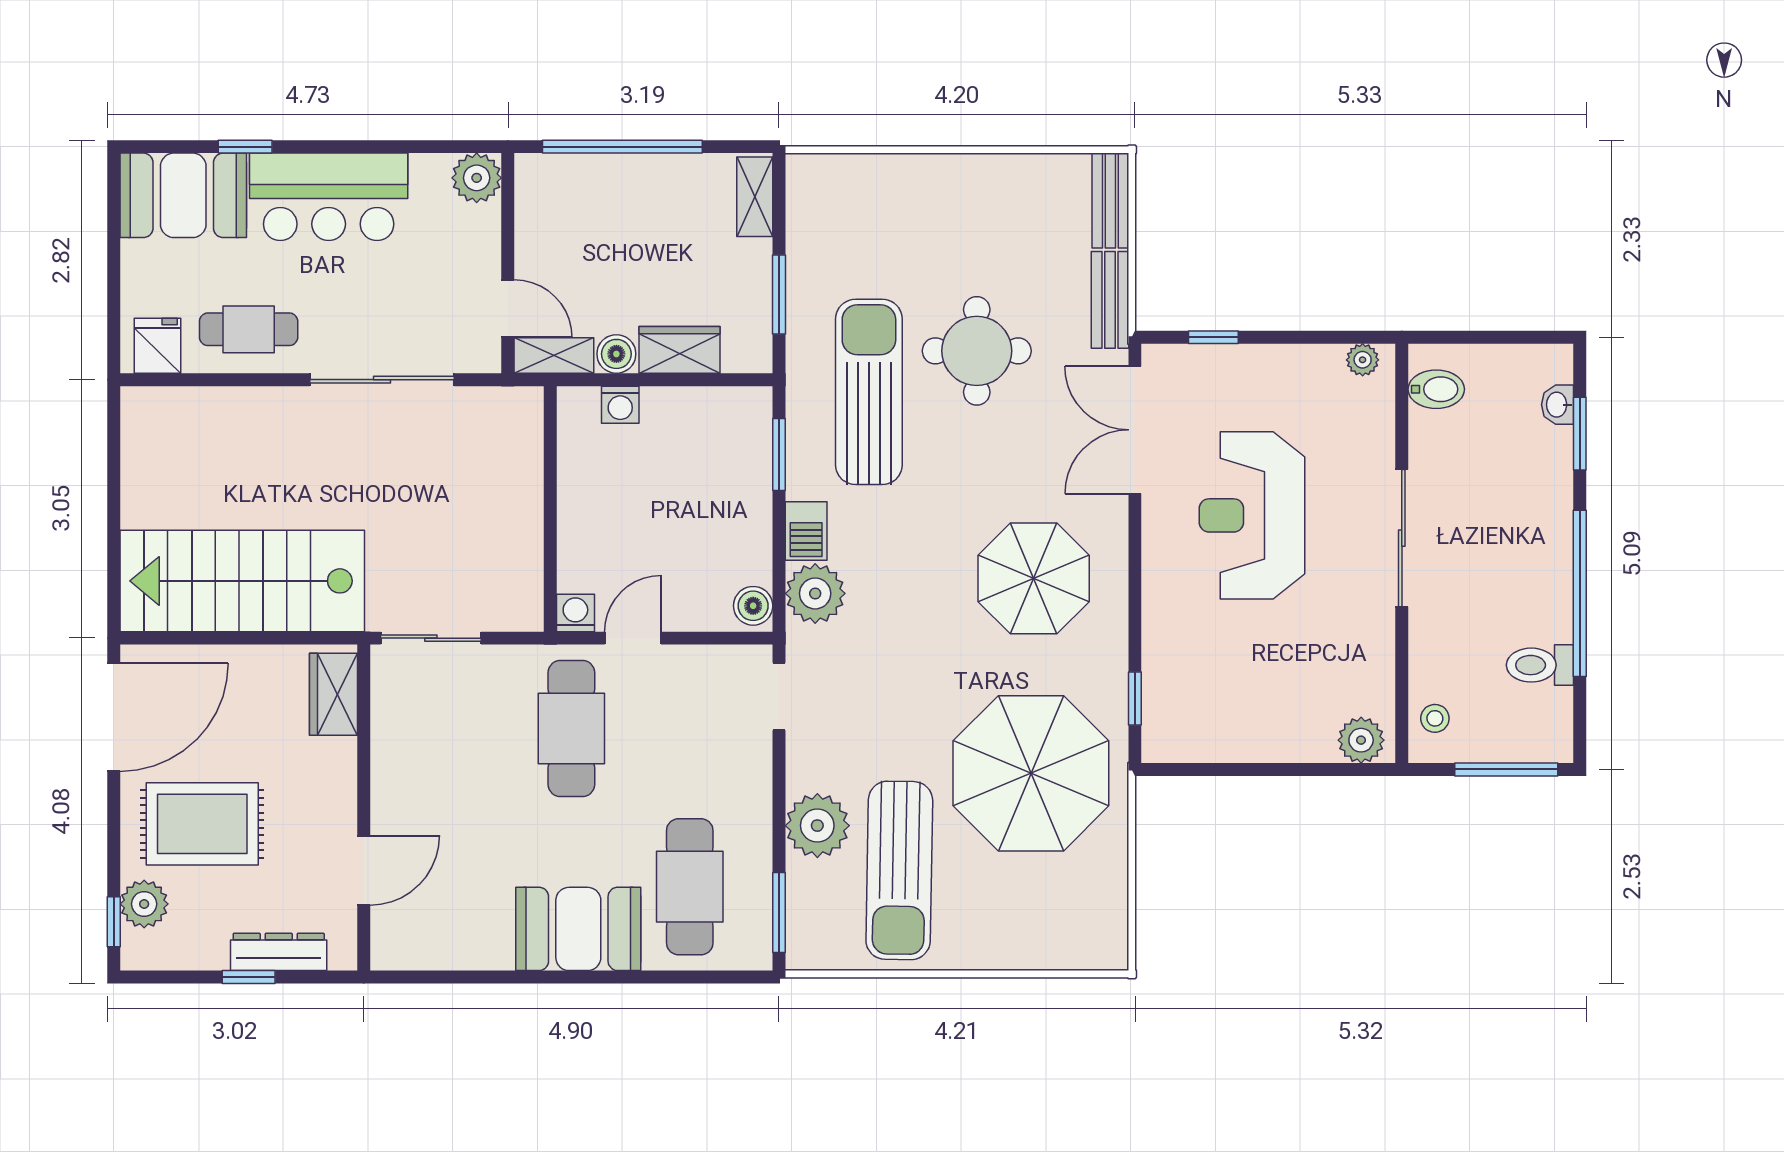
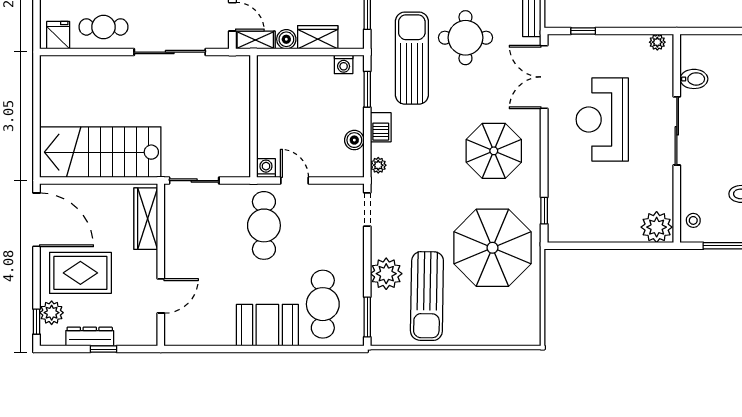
bidet: (1436, 389) -> (694, 79), moved
washing machine: (620, 405) -> (344, 64), moved
plant: (815, 593) -> (378, 165), width x0.53, depth x0.53
boiler: (753, 606) -> (354, 140), moved
door: (633, 638) -> (295, 181), hinge flipped
wardrobe: (334, 694) -> (146, 219), width x1.50
door: (114, 717) -> (36, 220), hinge flipped
plant: (1361, 740) -> (657, 227), width x1.36, depth x1.36
dresser: (279, 952) -> (90, 337), moved

